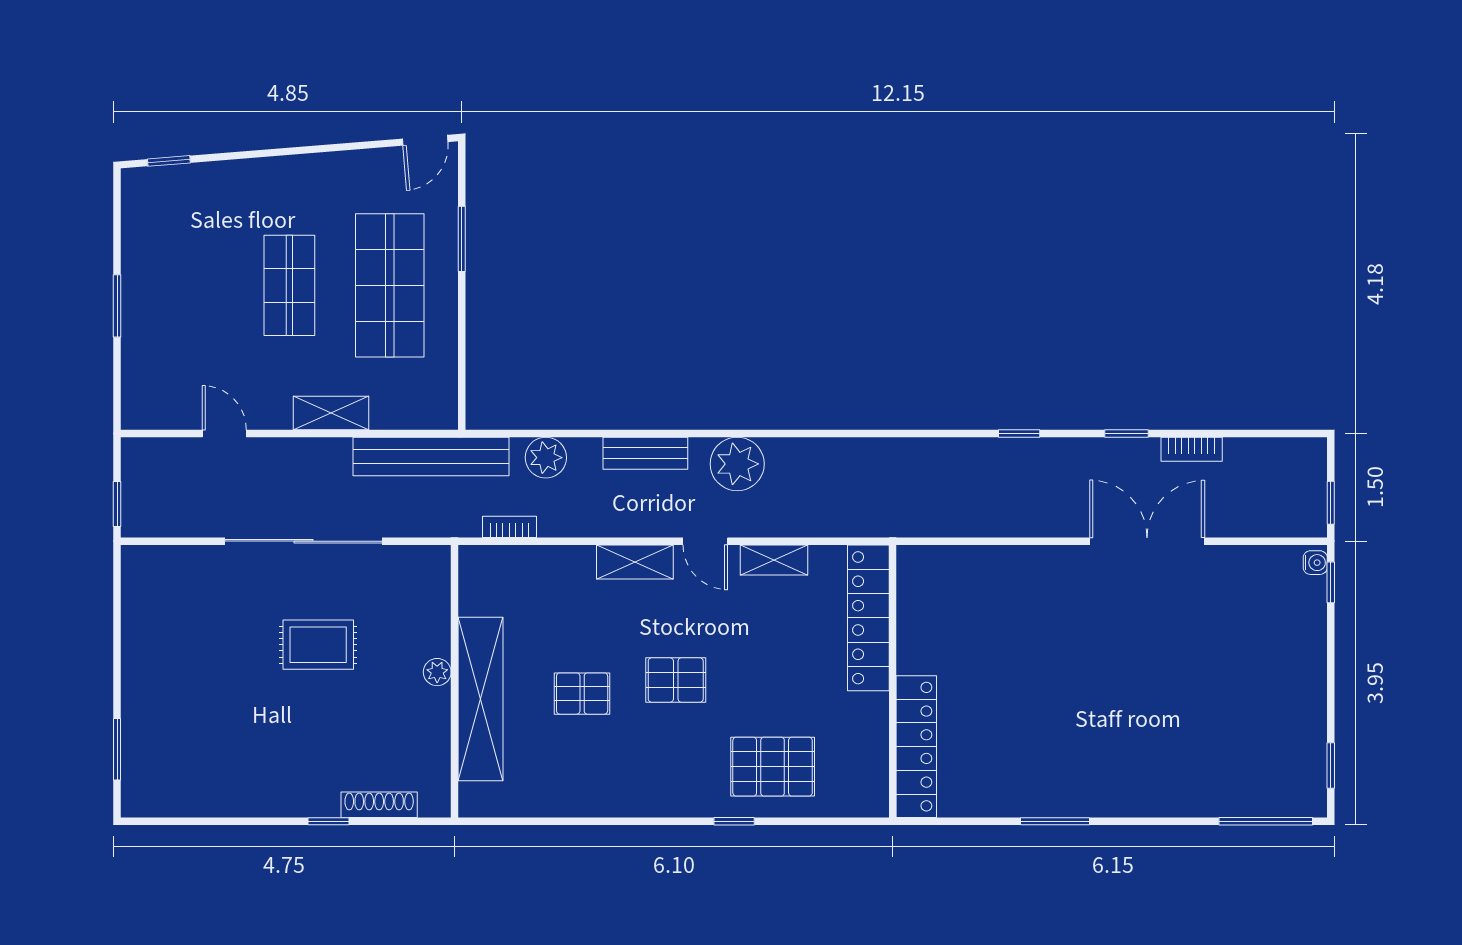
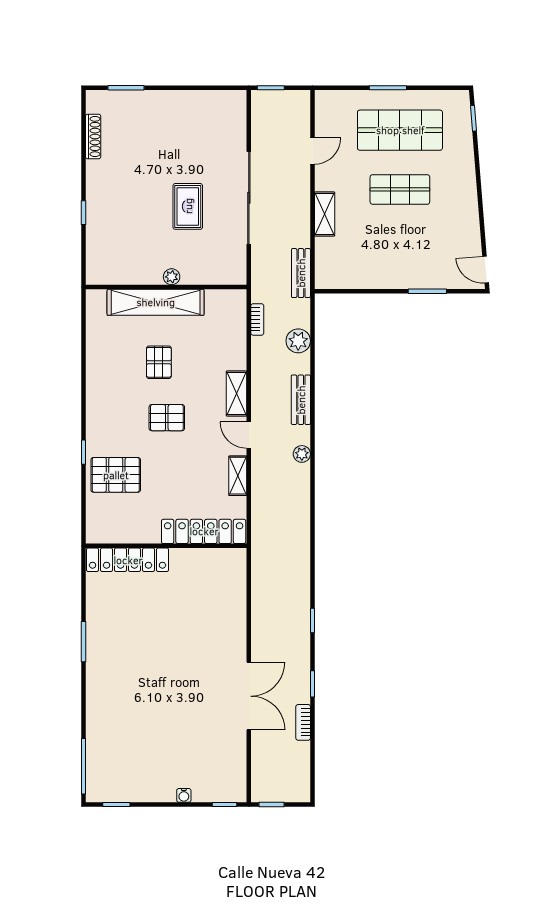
shop shelf: (390, 285) -> (400, 130), moved
bench: (431, 456) -> (301, 273), width x0.54, depth x0.82
plant: (737, 464) -> (302, 454), width x0.53, depth x0.53
door: (705, 541) -> (249, 435), hinge flipped
water cooler: (1315, 563) -> (184, 795), moved
pallet: (676, 680) -> (167, 418), turned 90
pallet: (773, 767) -> (116, 475), turned 90
shoe rack: (379, 805) -> (93, 137), moved

